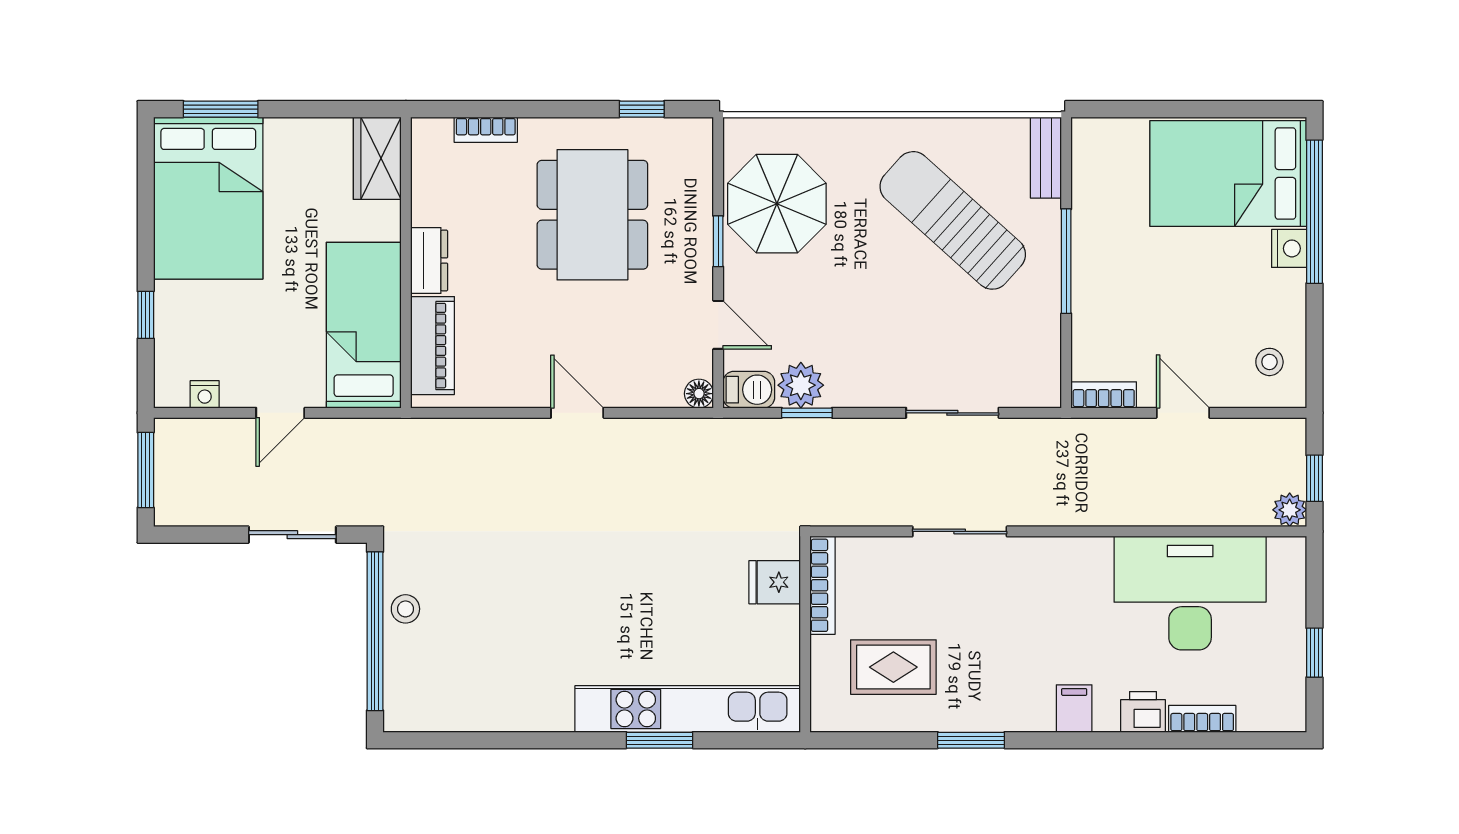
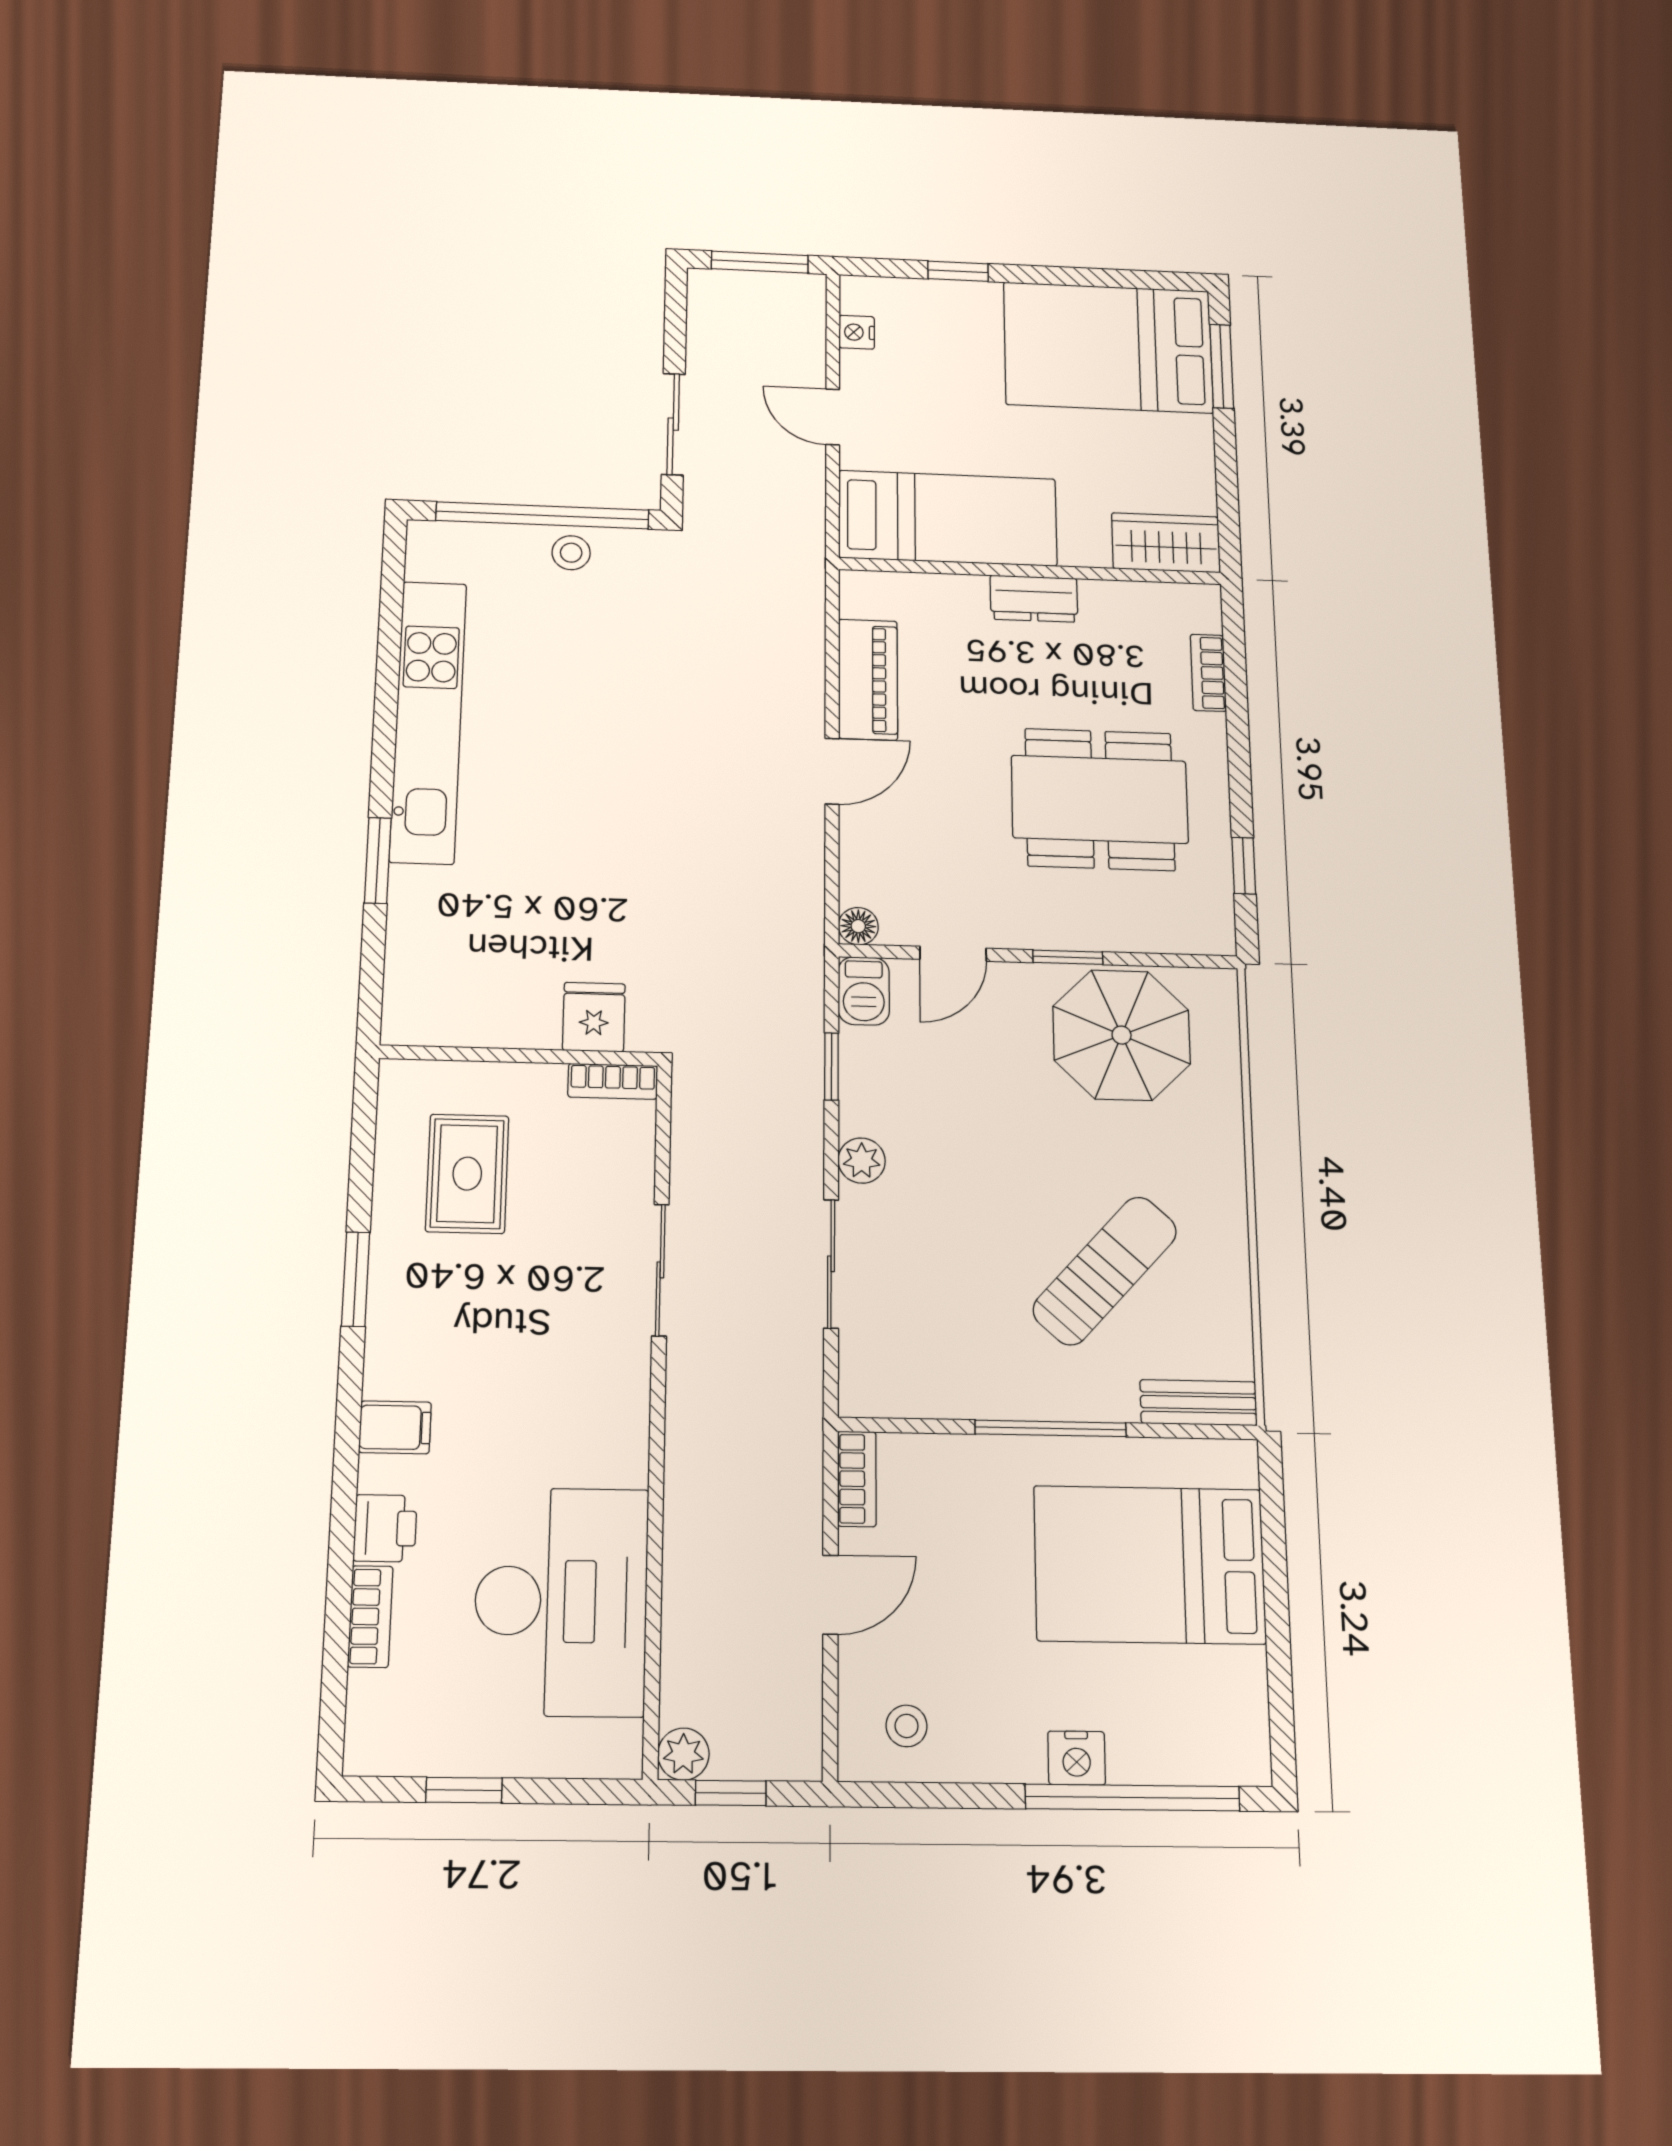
bed: (1228, 173) -> (1150, 1565), moved, turned -90
sun lounger: (953, 220) -> (1105, 1271), width x0.73, depth x0.75
piano: (432, 346) -> (868, 679), moved, turned -90
plant: (801, 385) -> (862, 1161), moved, width x0.73, depth x0.73
bookcase: (823, 585) -> (613, 1081), width x0.64
kitchen unit: (688, 709) -> (428, 721), moved

